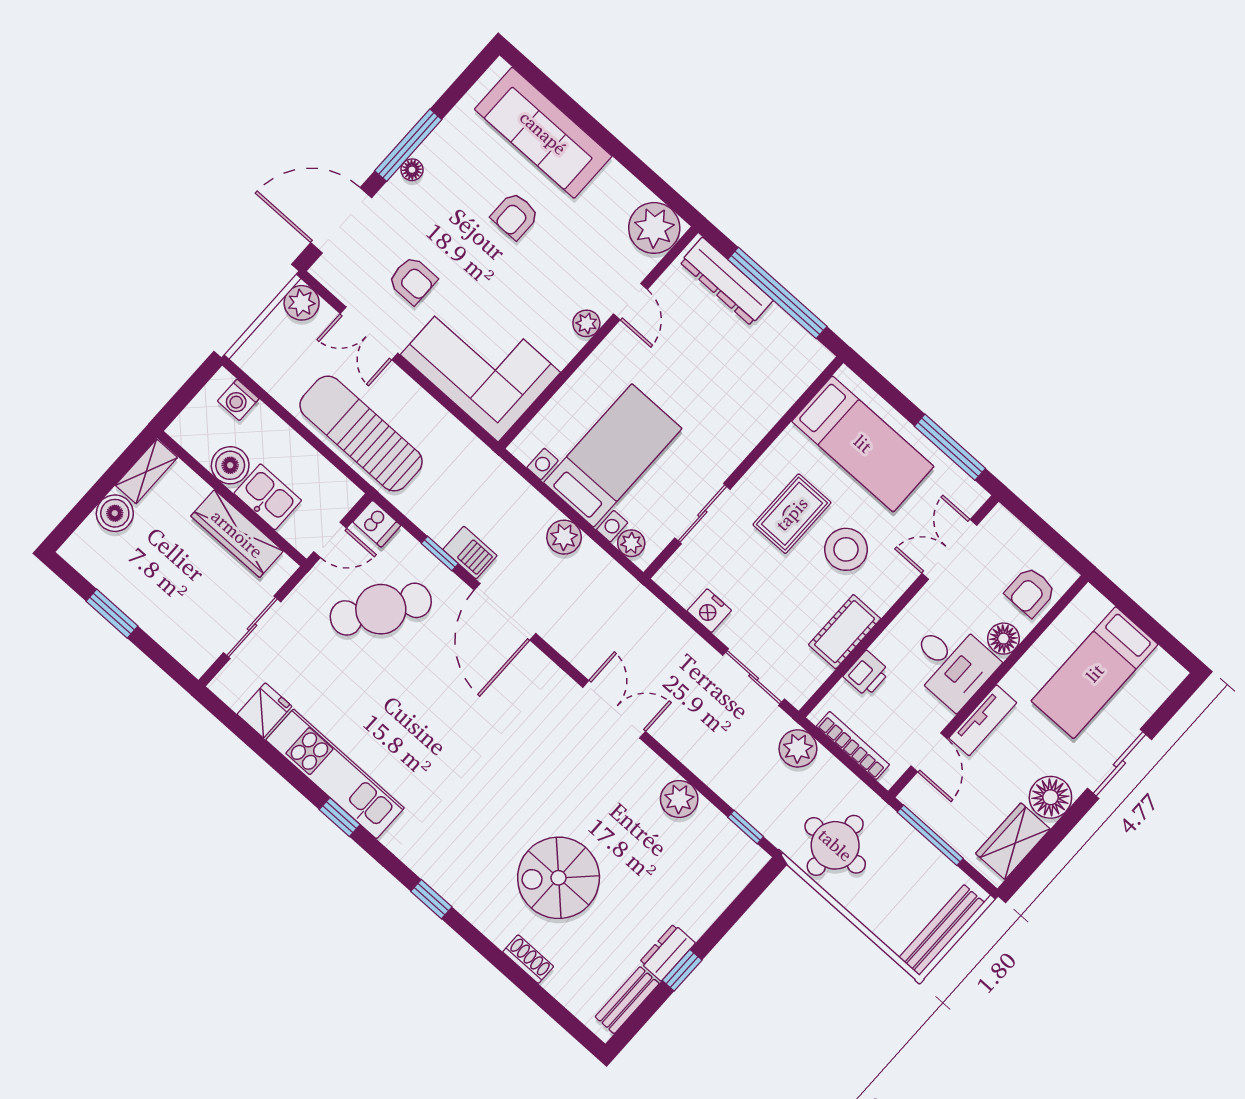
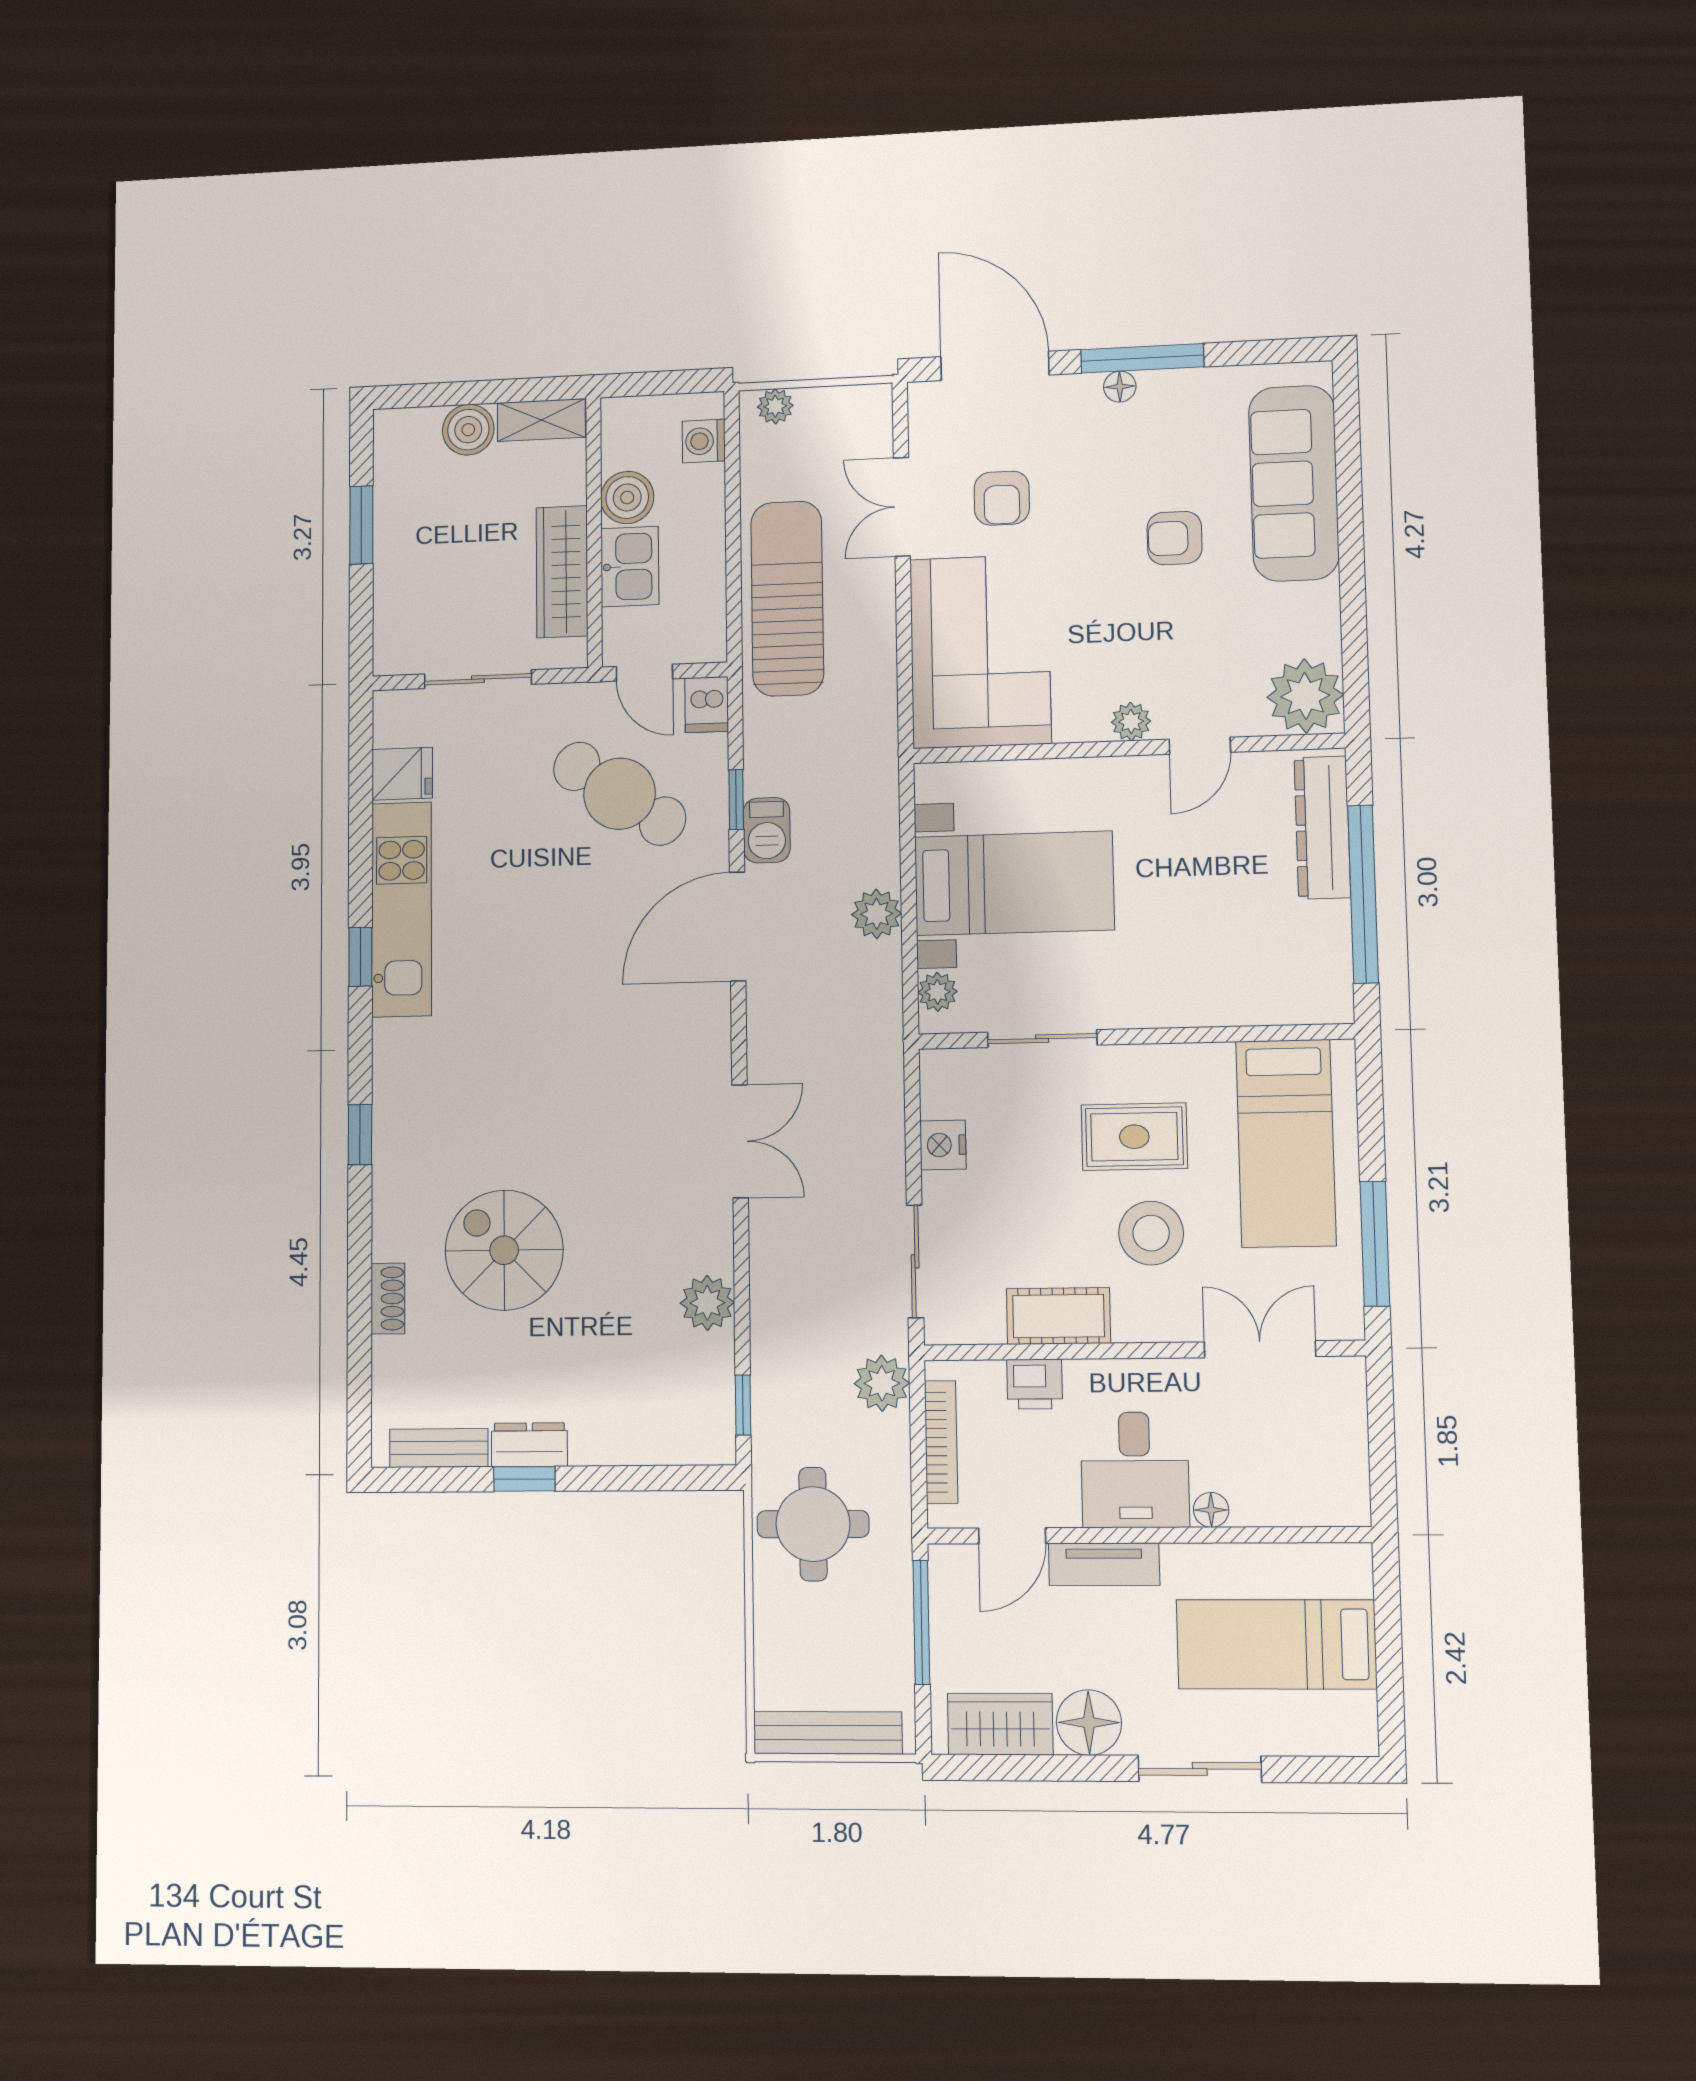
plant: (302, 303) -> (775, 406), moved, width x0.73, depth x0.73
armchair: (1030, 592) -> (1299, 1486), removed
floor lamp: (1003, 639) -> (1211, 1510), width x0.73, depth x0.73

